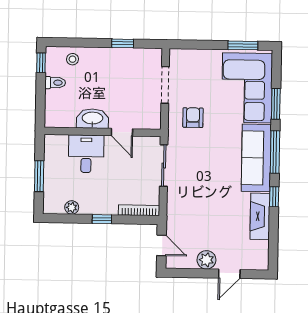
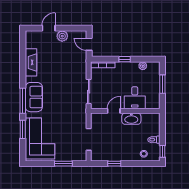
window: (243, 45) -> (63, 164), moved
armchair: (193, 118) -> (72, 120), removed
door: (122, 132) -> (114, 111), hinge flipped
sofa: (256, 158) -> (34, 97), width x0.73
window: (274, 197) -> (23, 74), removed

